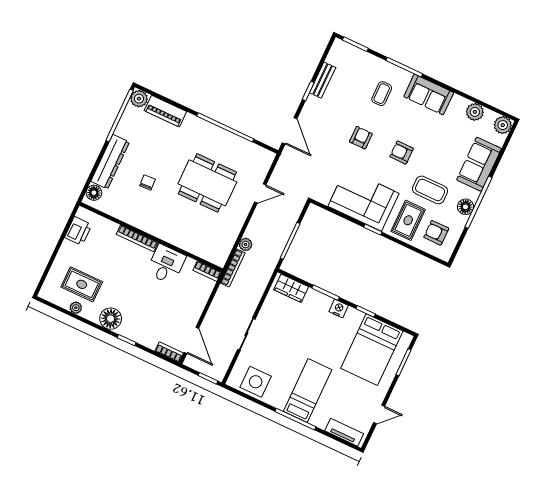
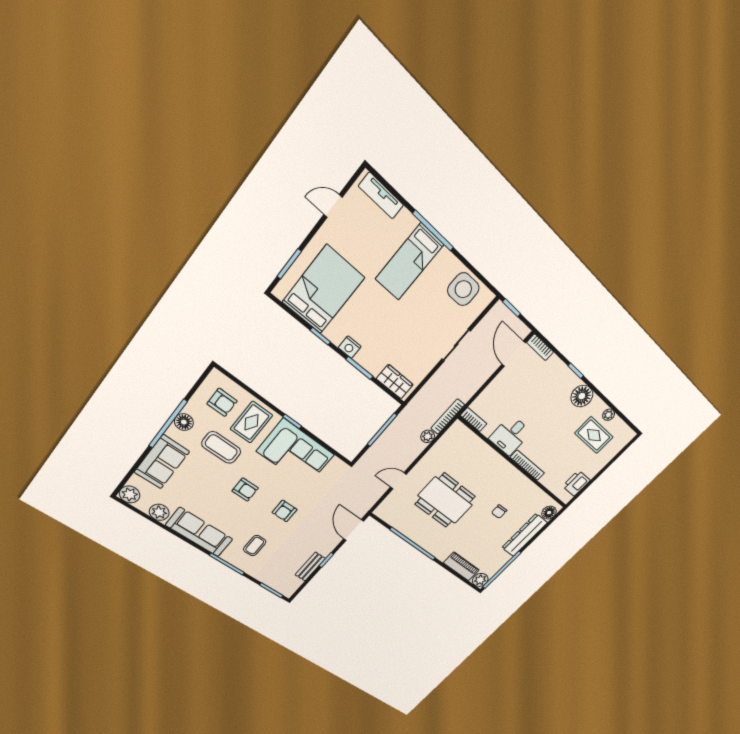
sofa: (429, 95) -> (199, 532), width x1.36

